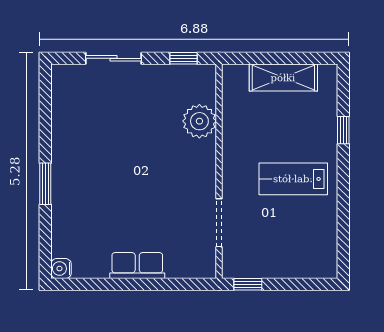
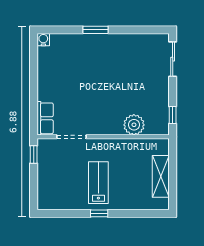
sliding door: (113, 58) -> (173, 59), moved
window: (343, 130) -> (99, 213), moved
row of seats: (137, 266) -> (45, 118), moved

